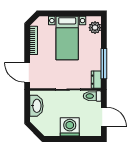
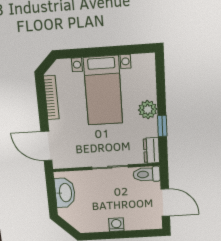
plant: (95, 28) -> (148, 110), moved
window: (104, 64) -> (162, 126), width x0.46
washing machine: (70, 127) -> (116, 225), width x0.53, depth x0.53

